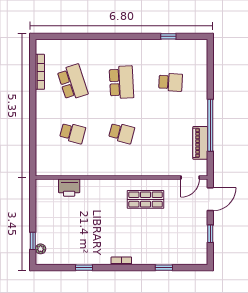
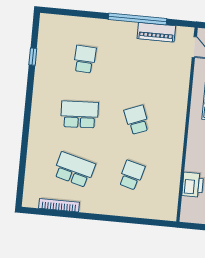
school desk: (73, 82) -> (74, 170), turned 33
school desk: (122, 133) -> (137, 120), turned -36

